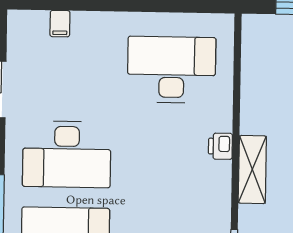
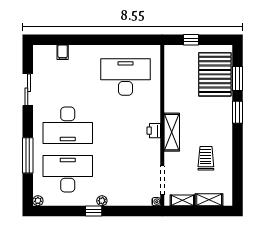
printer: (220, 146) -> (154, 131), moved

